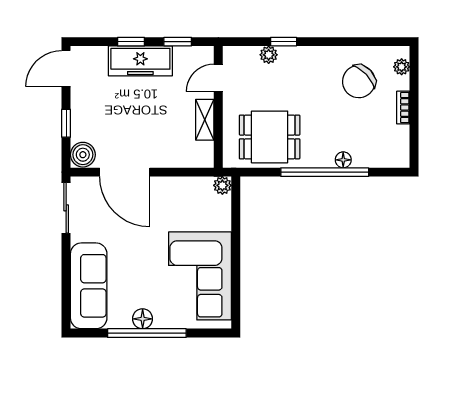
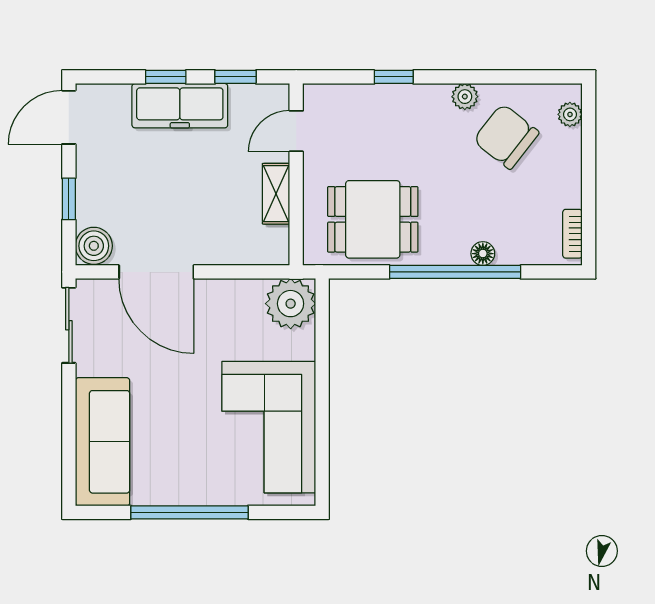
plant: (269, 55) -> (465, 97), moved
chair: (359, 81) -> (506, 136), turned 81
bookcase: (403, 108) -> (572, 234), moved
plant: (222, 185) -> (291, 304), width x1.88, depth x1.88
floor lamp: (143, 319) -> (183, 491), removed

